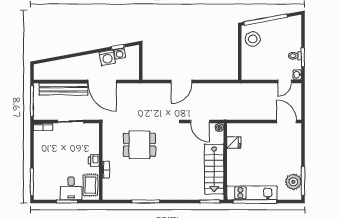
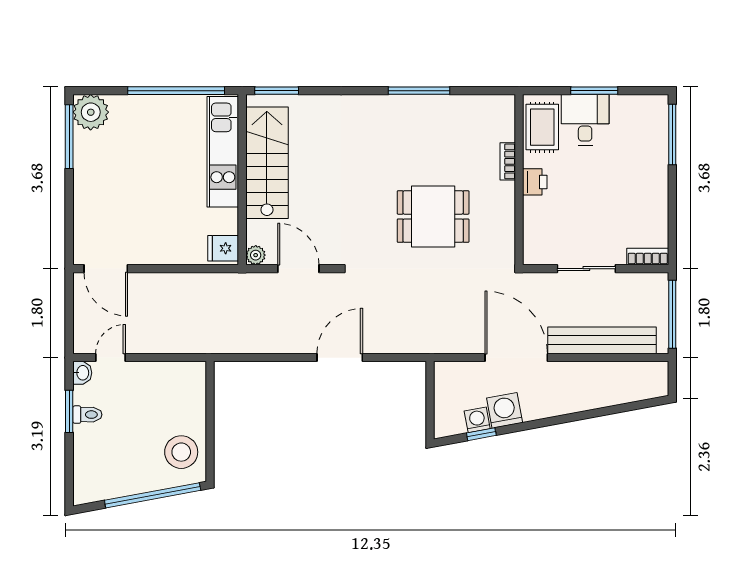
fridge: (234, 142) -> (223, 248), moved
plant: (293, 182) -> (91, 112), moved
kitchen unit: (252, 193) -> (223, 152), moved, turned 90

